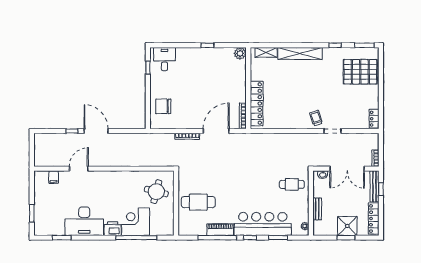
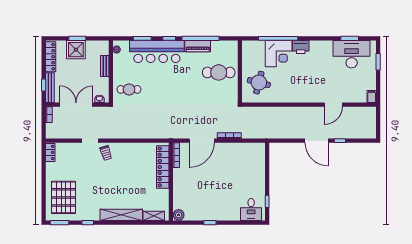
pallet: (360, 72) -> (63, 197), turned 90
chair: (163, 106) -> (252, 164), removed
filing cabinet: (54, 177) -> (372, 96), moved
desk: (84, 221) -> (352, 54), moved

